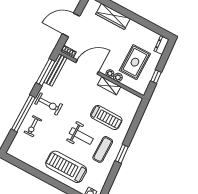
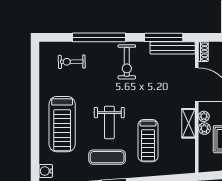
exercise bike: (33, 126) -> (72, 62), moved
treadmill: (66, 167) -> (62, 124), turned 180

